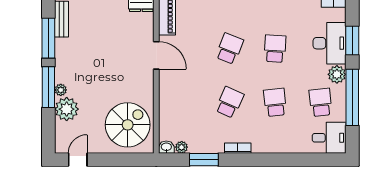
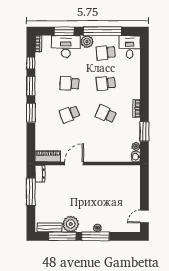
school desk: (230, 49) -> (69, 114), turned -42
plant: (67, 109) -> (71, 224), moved
spiral stairs: (128, 125) -> (121, 183), removed
door: (78, 160) -> (144, 216), hinge flipped

